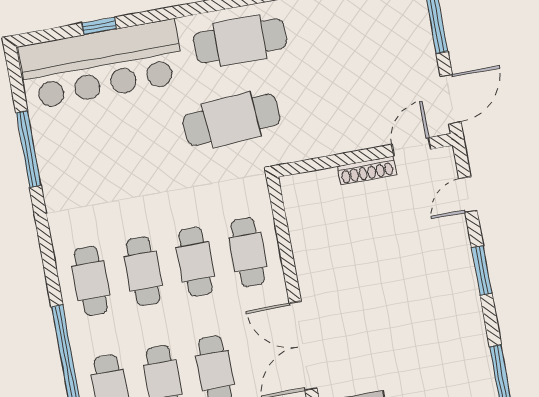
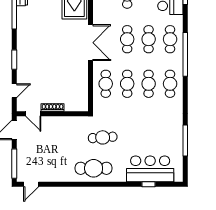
bar counter: (102, 64) -> (150, 169), width x0.73
cafe table: (232, 120) -> (103, 137), width x0.73, depth x0.74
door: (411, 147) -> (33, 114), hinge flipped

